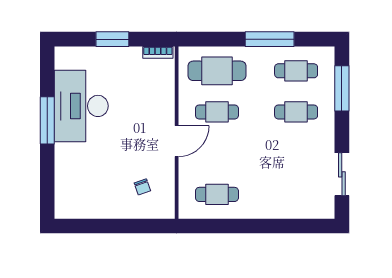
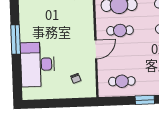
desk: (81, 106) -> (38, 64), moved
window: (253, 226) -> (145, 100), added

